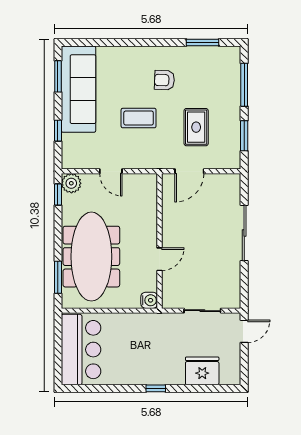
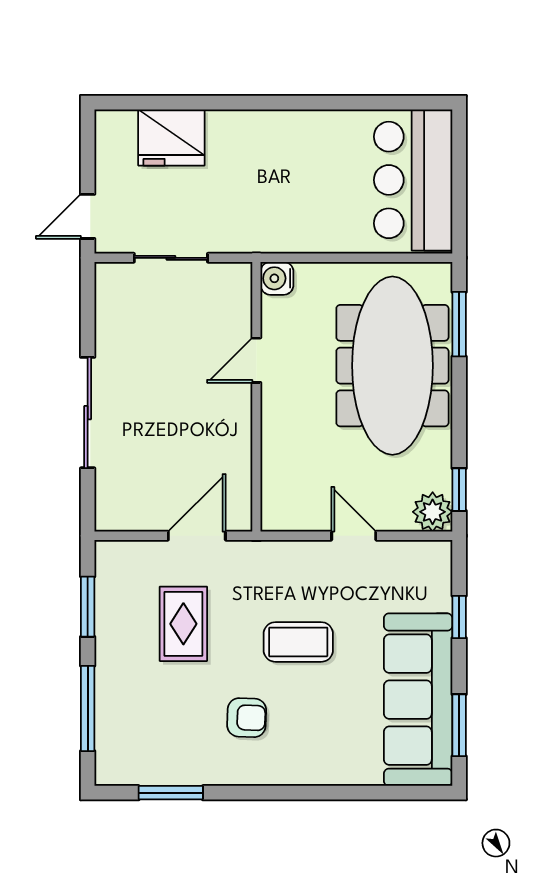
window: (156, 388) -> (264, 103), removed

